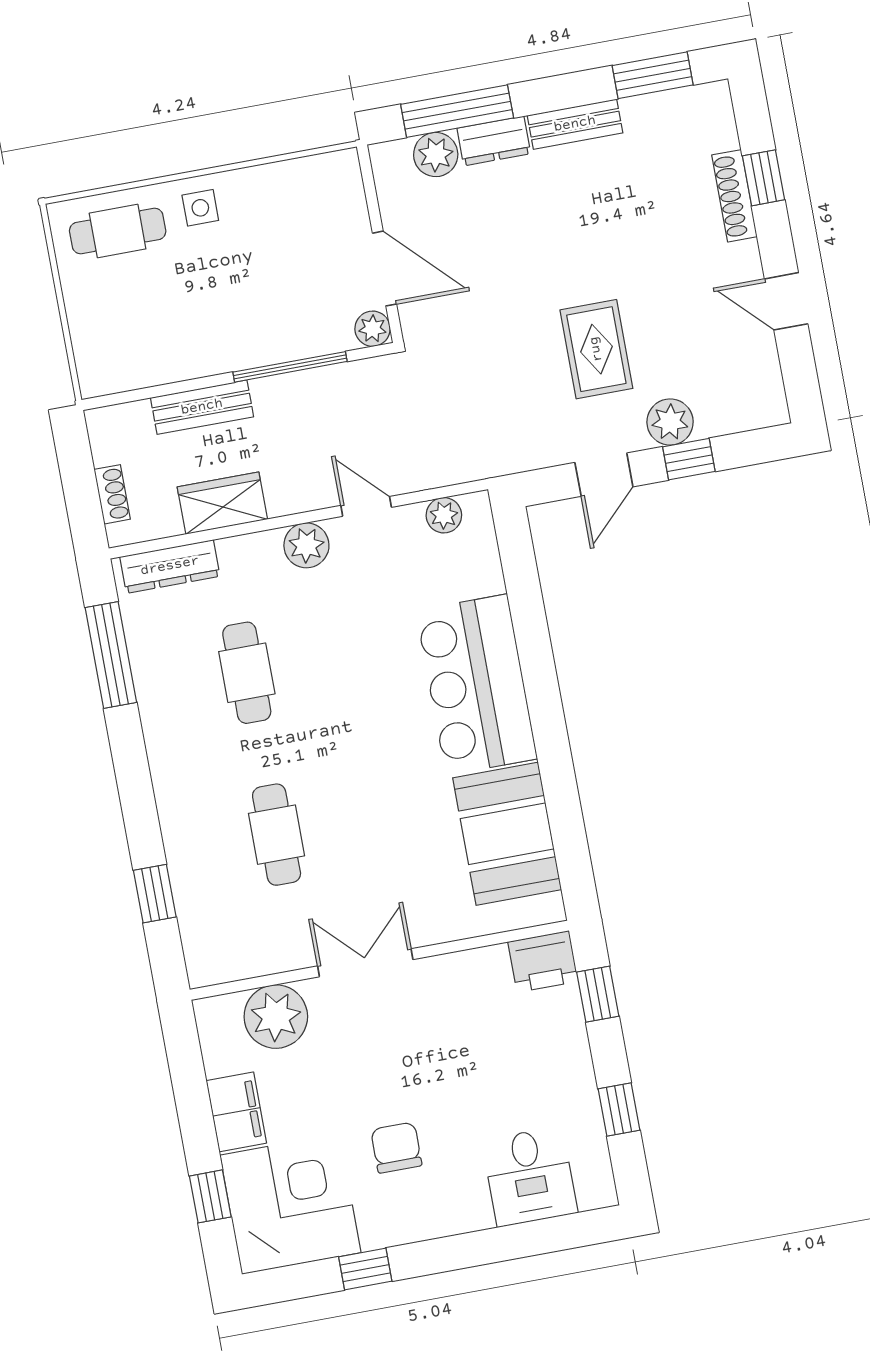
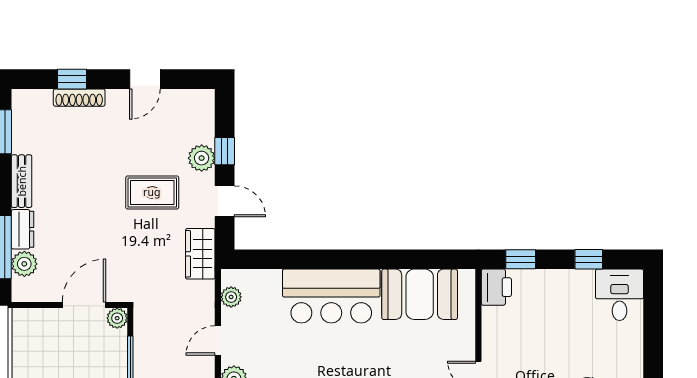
wardrobe: (507, 450) -> (200, 254), added
desk: (530, 1176) -> (620, 295), moved, turned -90

